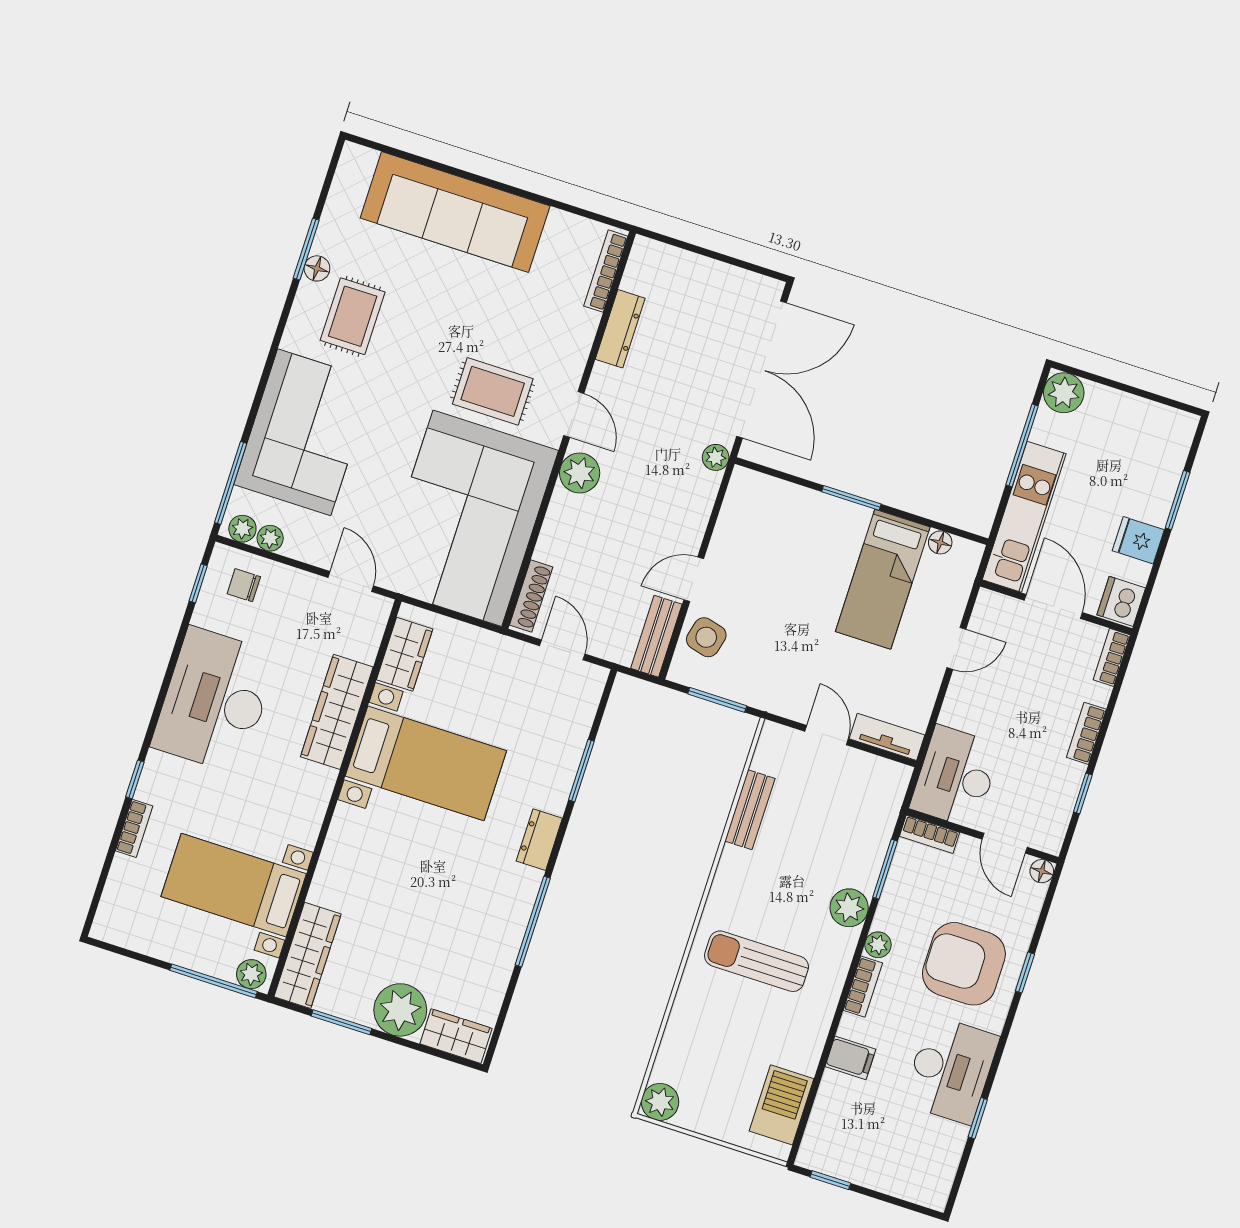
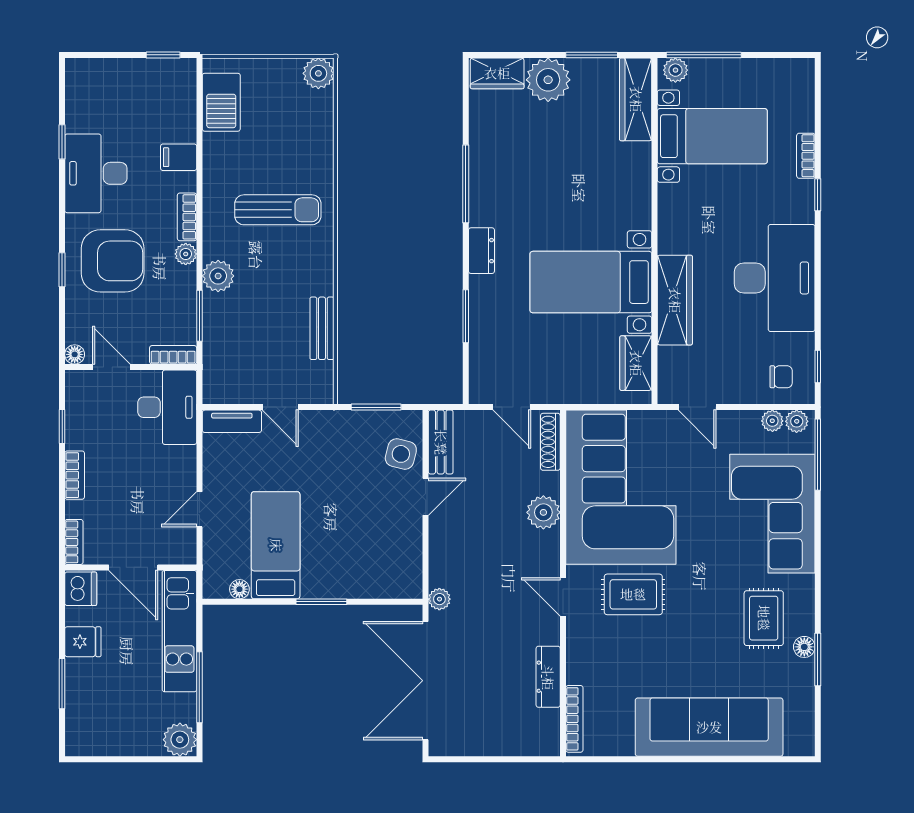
plant: (580, 473) -> (543, 512), moved

